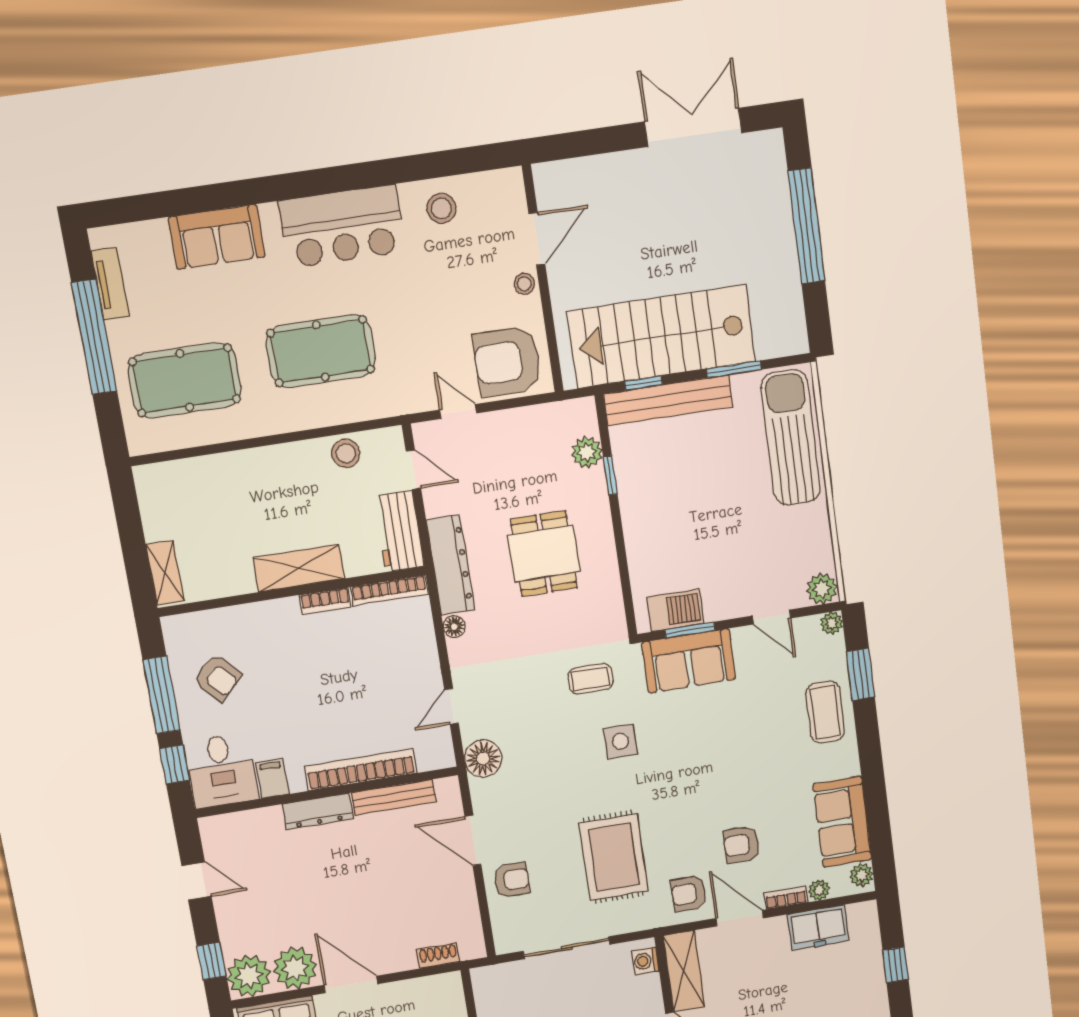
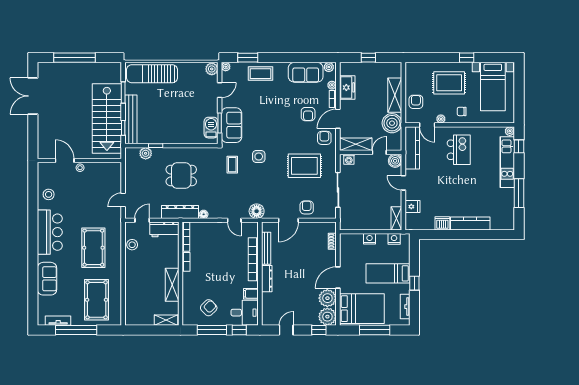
armchair: (507, 362) -> (107, 178), removed
shelving: (299, 568) -> (172, 285), moved
armchair: (689, 893) -> (324, 138), turned 180

